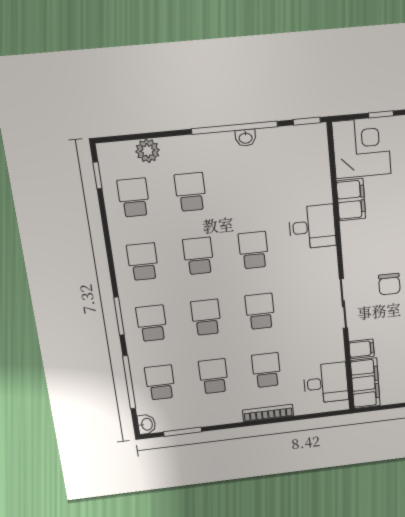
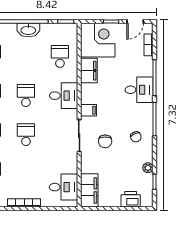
washbasin: (246, 138) -> (28, 30), width x1.91, depth x1.45
desk: (312, 227) -> (64, 96), moved
chair: (389, 284) -> (105, 141), moved
filing cabinet: (362, 349) -> (89, 110), moved
school desk: (266, 370) -> (60, 56), moved

